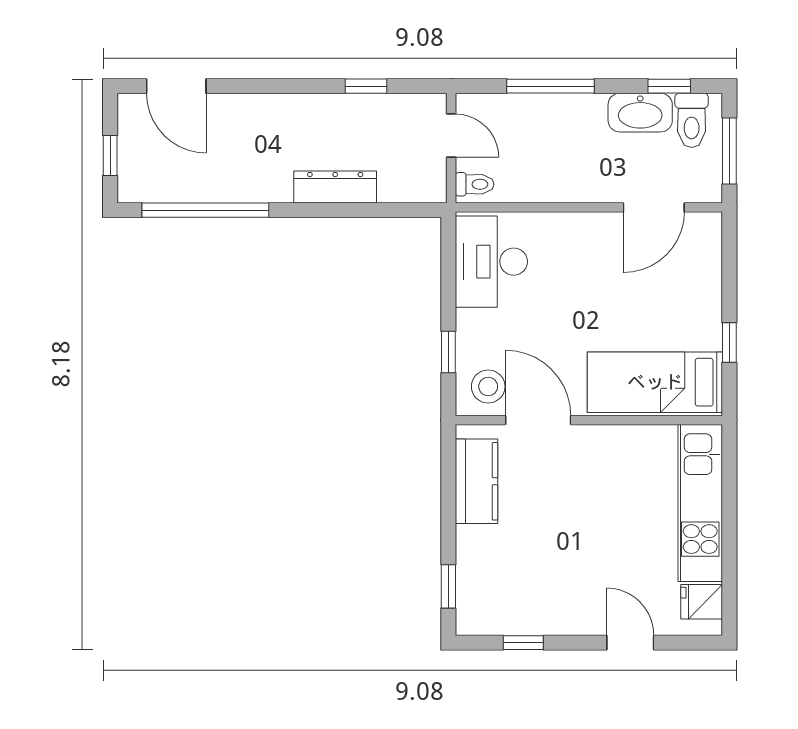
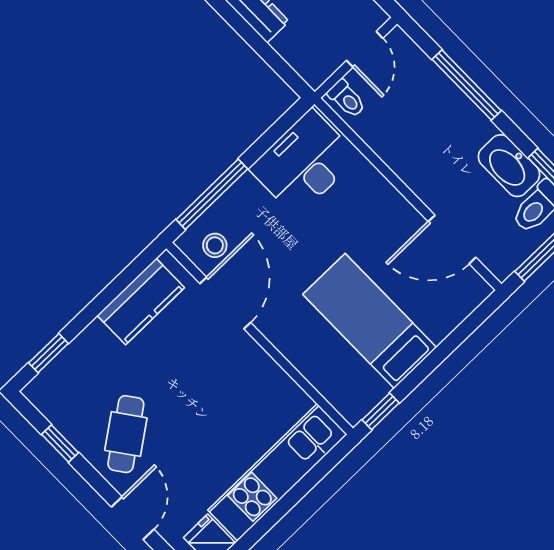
window: (729, 343) -> (381, 411), moved
window: (448, 352) -> (212, 194), width x2.17
bed: (655, 382) -> (370, 321), moved
stool: (488, 386) -> (215, 245), width x0.73, depth x0.73
cafe table: (563, 587) -> (126, 434), added

